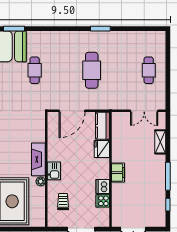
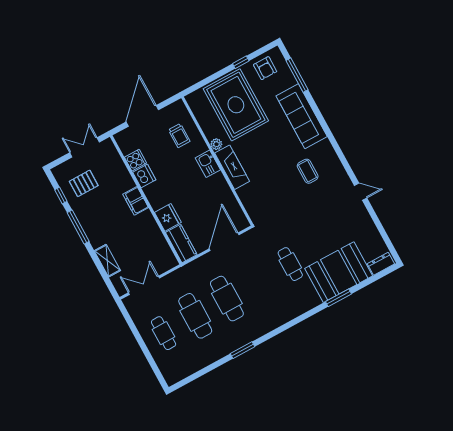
cafe table: (120, 70) -> (195, 316), added
pallet: (147, 204) -> (84, 183), added

